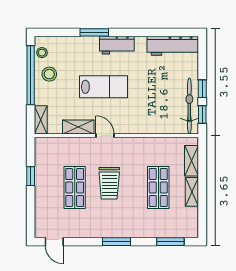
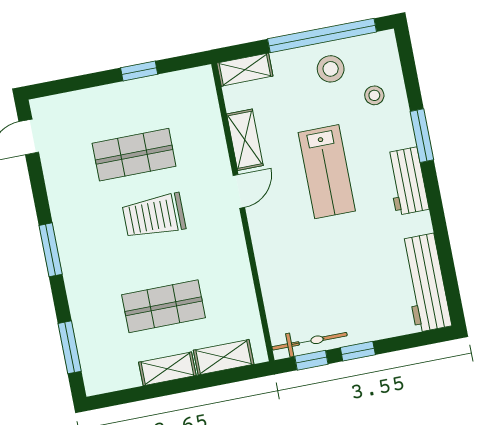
stool: (42, 53) -> (374, 95), moved
bicycle: (189, 106) -> (310, 341), width x0.73, depth x0.71

